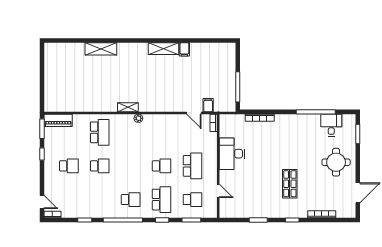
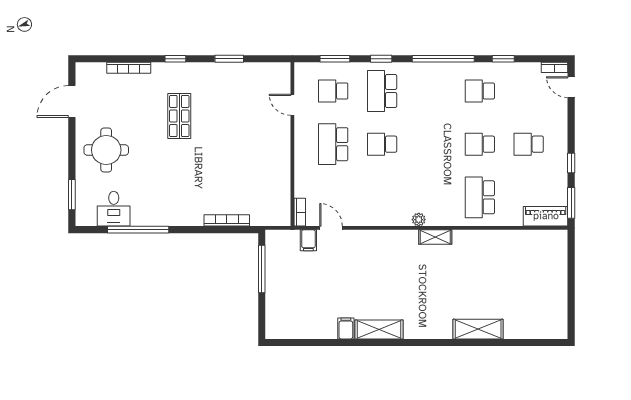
desk: (232, 154) -> (271, 163), removed
school desk: (131, 200) -> (480, 91), moved

